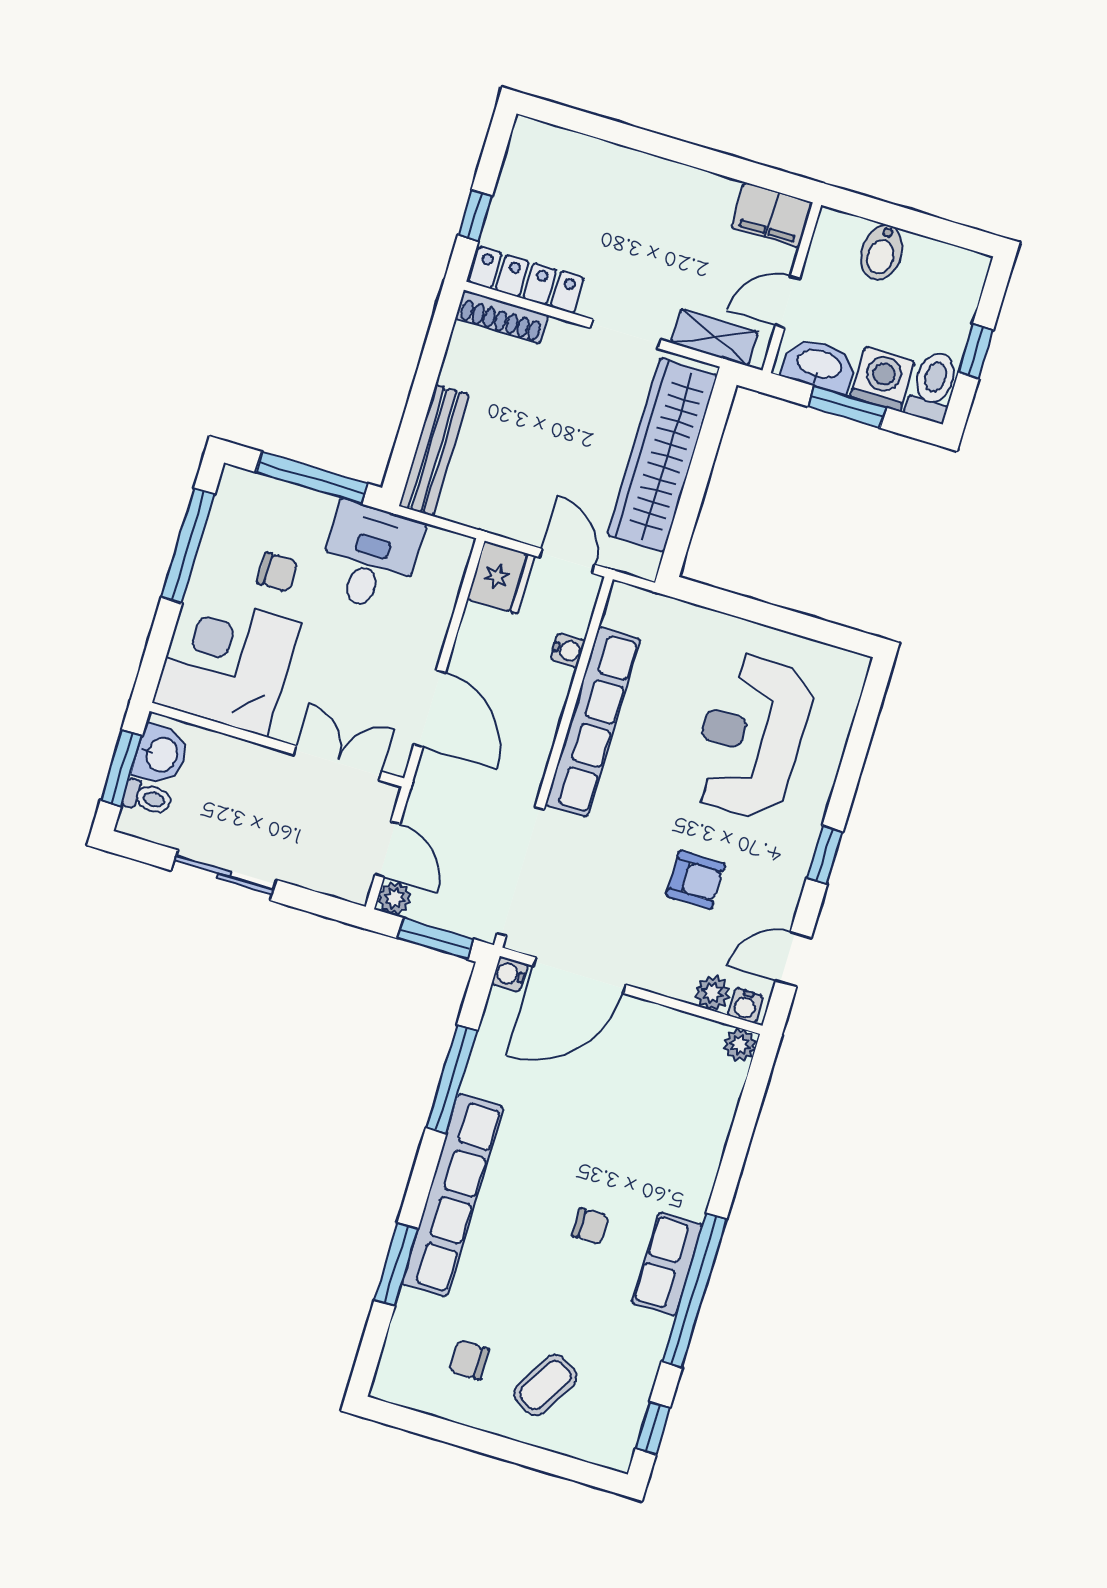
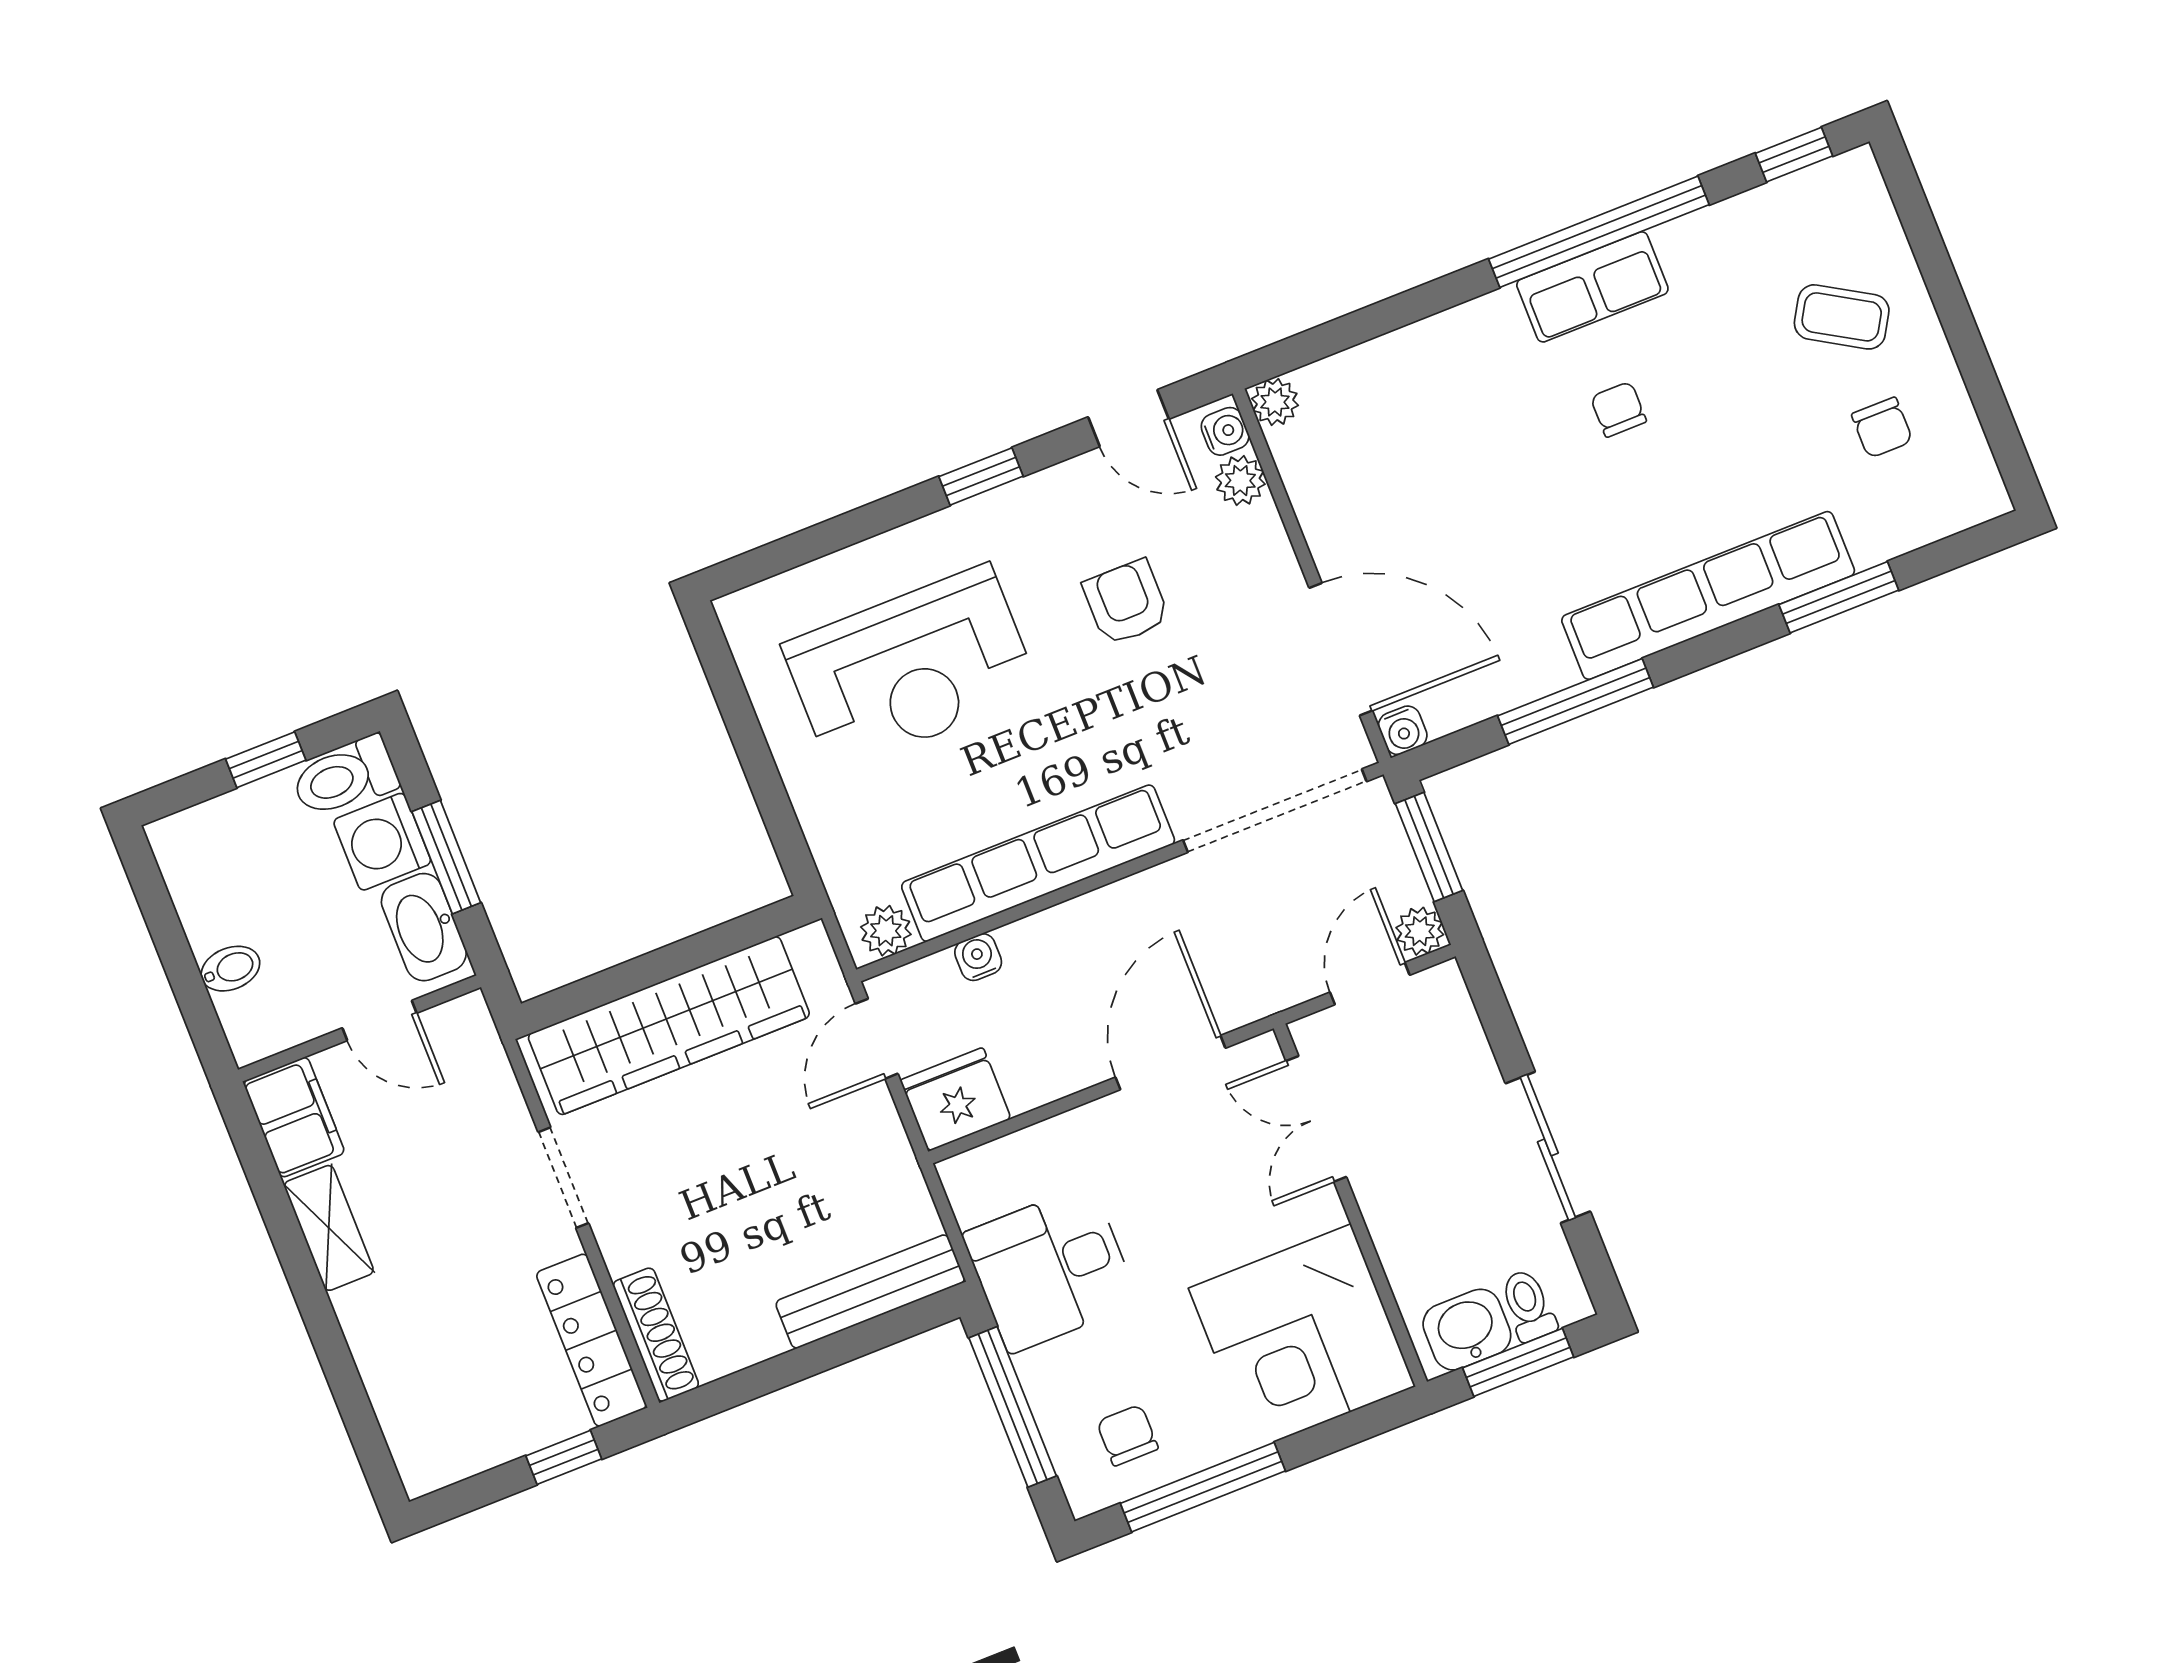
bidet: (882, 252) -> (230, 969), width x0.72, depth x0.74
shelving: (715, 337) -> (329, 1228), moved
chair: (277, 572) -> (1127, 1435), moved
plant: (621, 612) -> (886, 931), added

